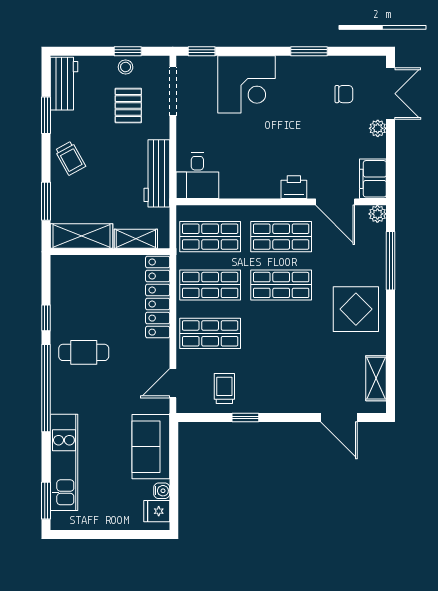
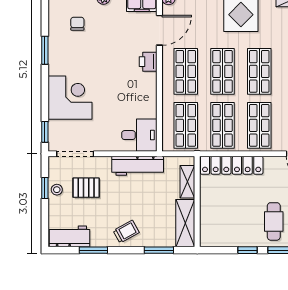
shop shelf: (281, 333) -> (259, 71), added

